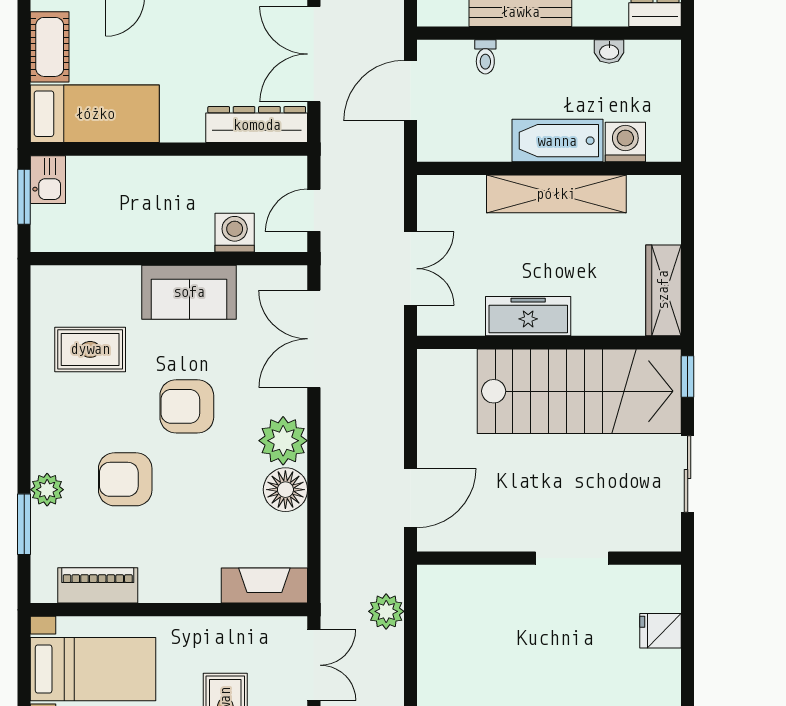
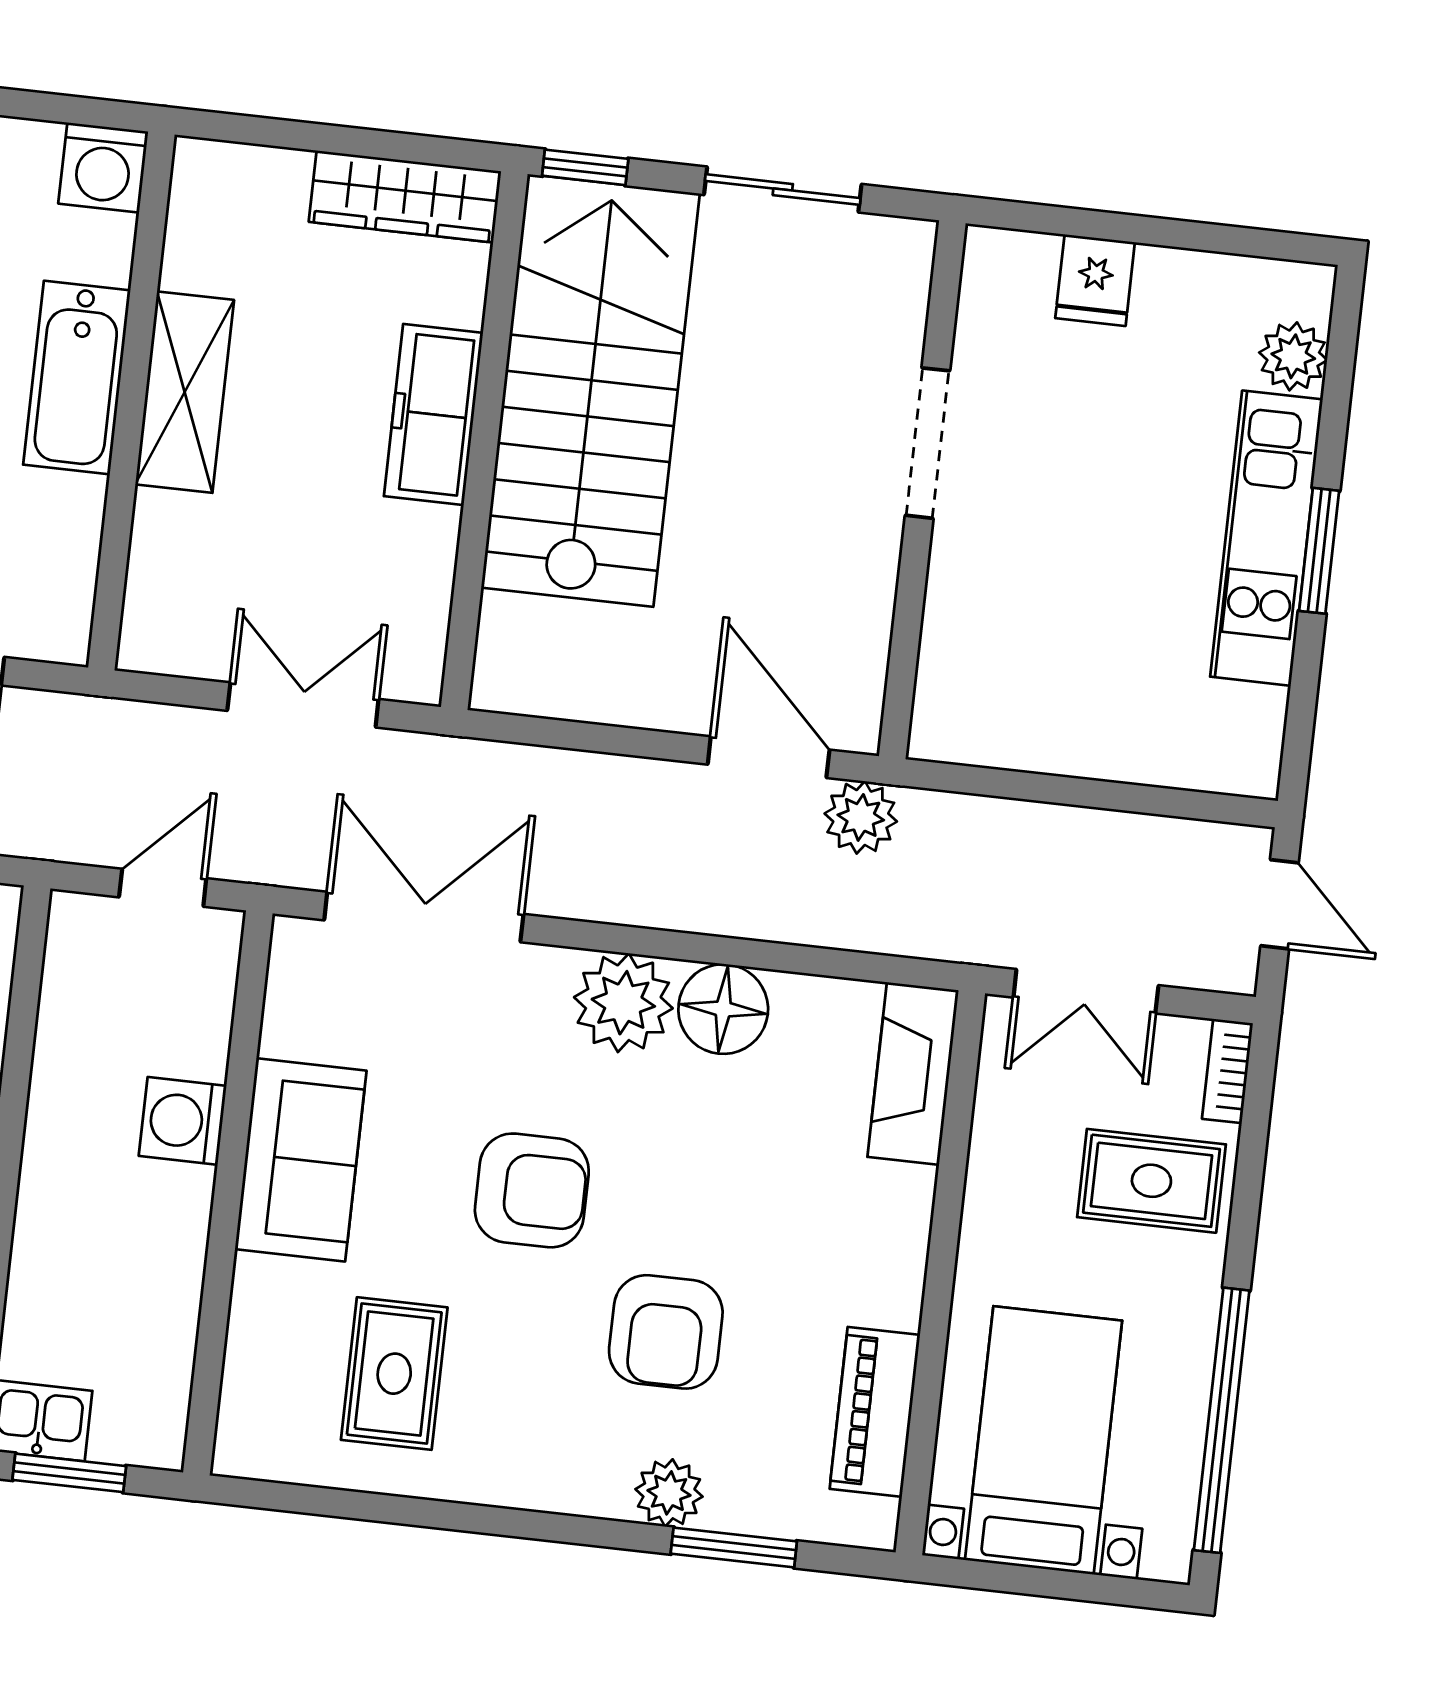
washing machine: (625, 142) -> (103, 168), moved, turned -90
shelving: (556, 194) -> (185, 392), width x0.68
door: (314, 210) -> (163, 888), swing flipped
washing machine: (235, 233) -> (183, 1121), moved
freezer: (528, 316) -> (433, 415), moved
double door: (314, 339) -> (424, 917), swing flipped
armchair: (187, 406) -> (532, 1190), turned -90
plant: (386, 611) -> (861, 817), moved
double door: (314, 665) -> (1086, 991), swing flipped

